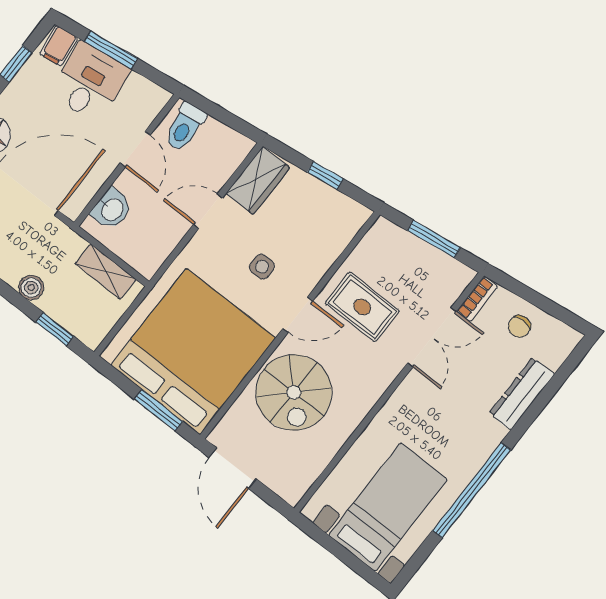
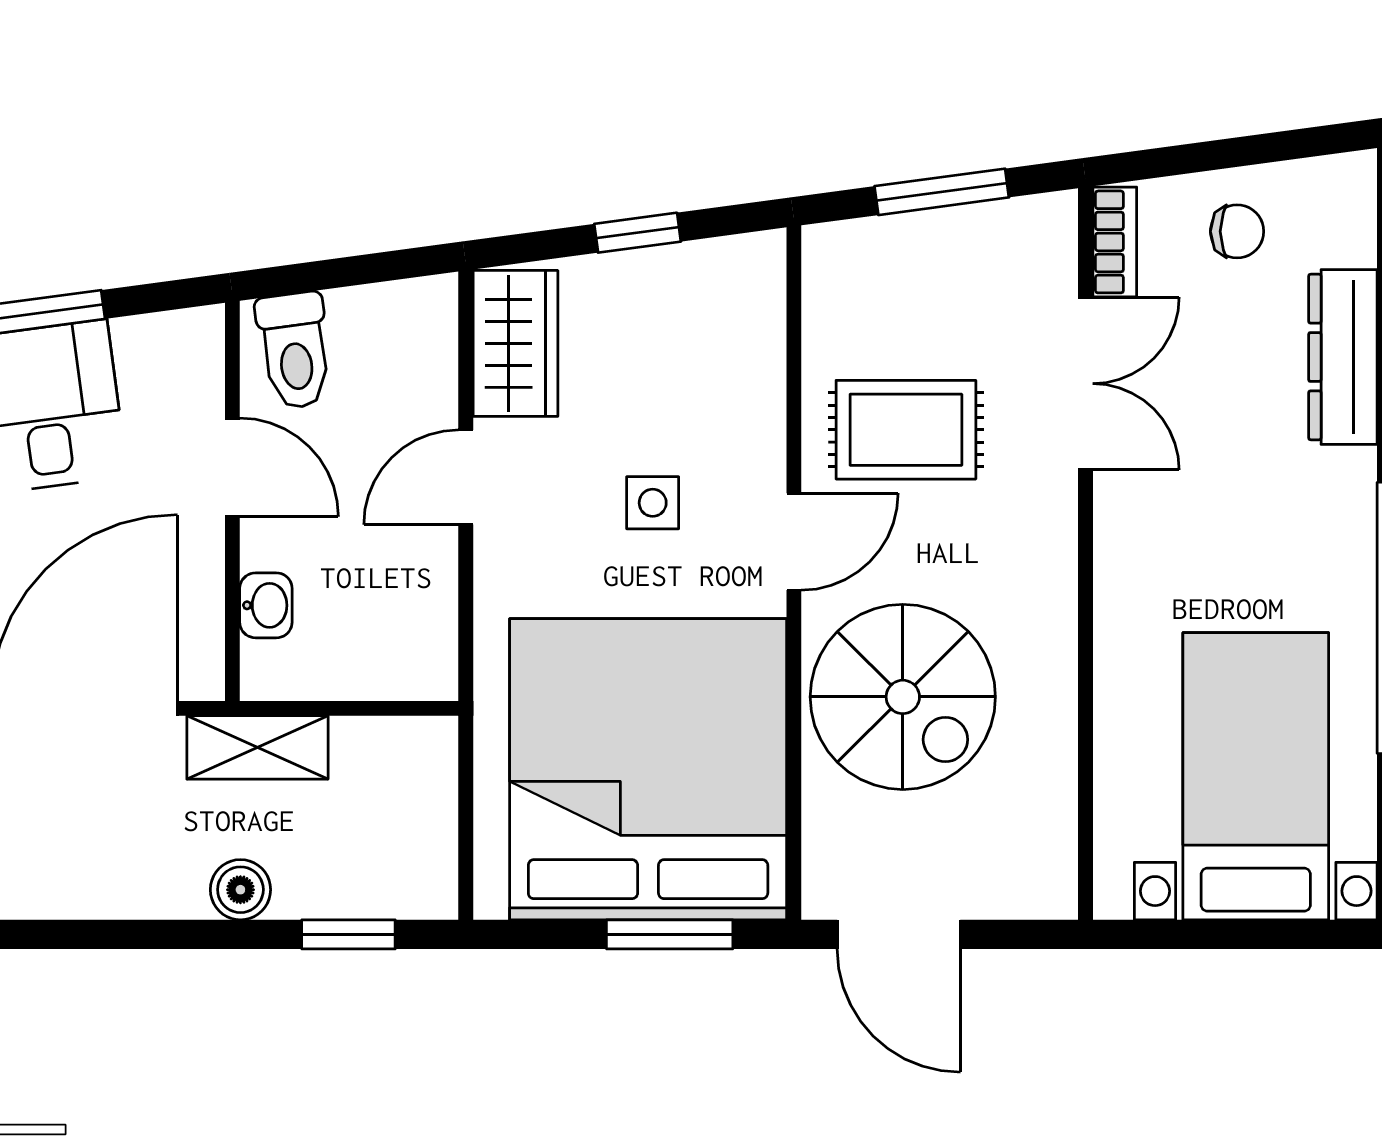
washbasin: (112, 209) -> (266, 605), width x0.72, depth x0.69
shelving: (105, 272) -> (257, 747), moved
chair: (519, 326) -> (1237, 231), turned -90

